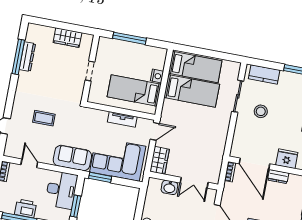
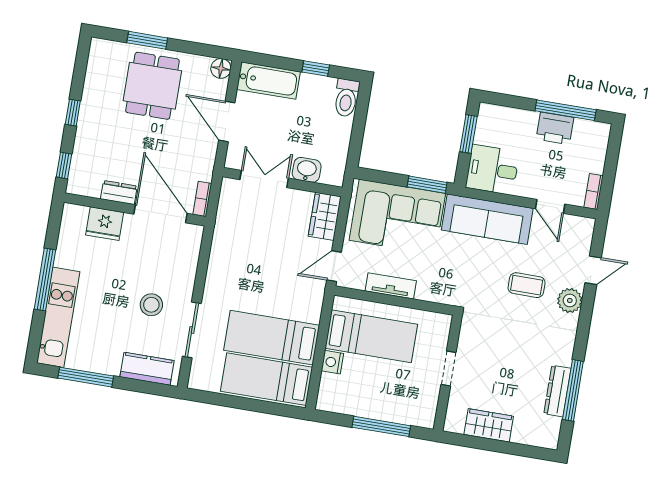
plant: (19, 109) -> (570, 300), added
sofa: (72, 158) -> (487, 219), width x1.36
desk: (61, 190) -> (492, 170), width x0.73

